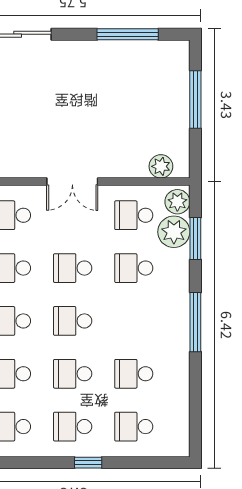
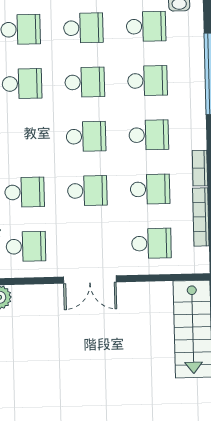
double door: (72, 181) -> (90, 280), swing flipped

